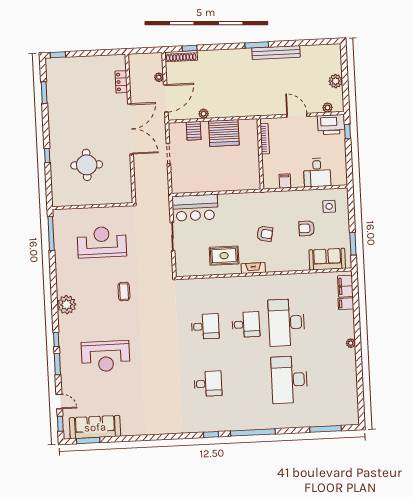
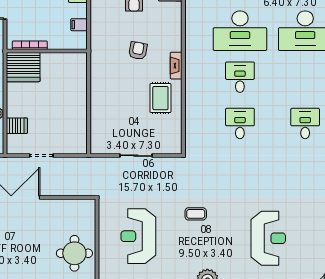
server rack: (224, 133) -> (23, 67), moved, turned 90
round table: (87, 165) -> (74, 253), moved
bar counter: (195, 208) -> (104, 128), removed

